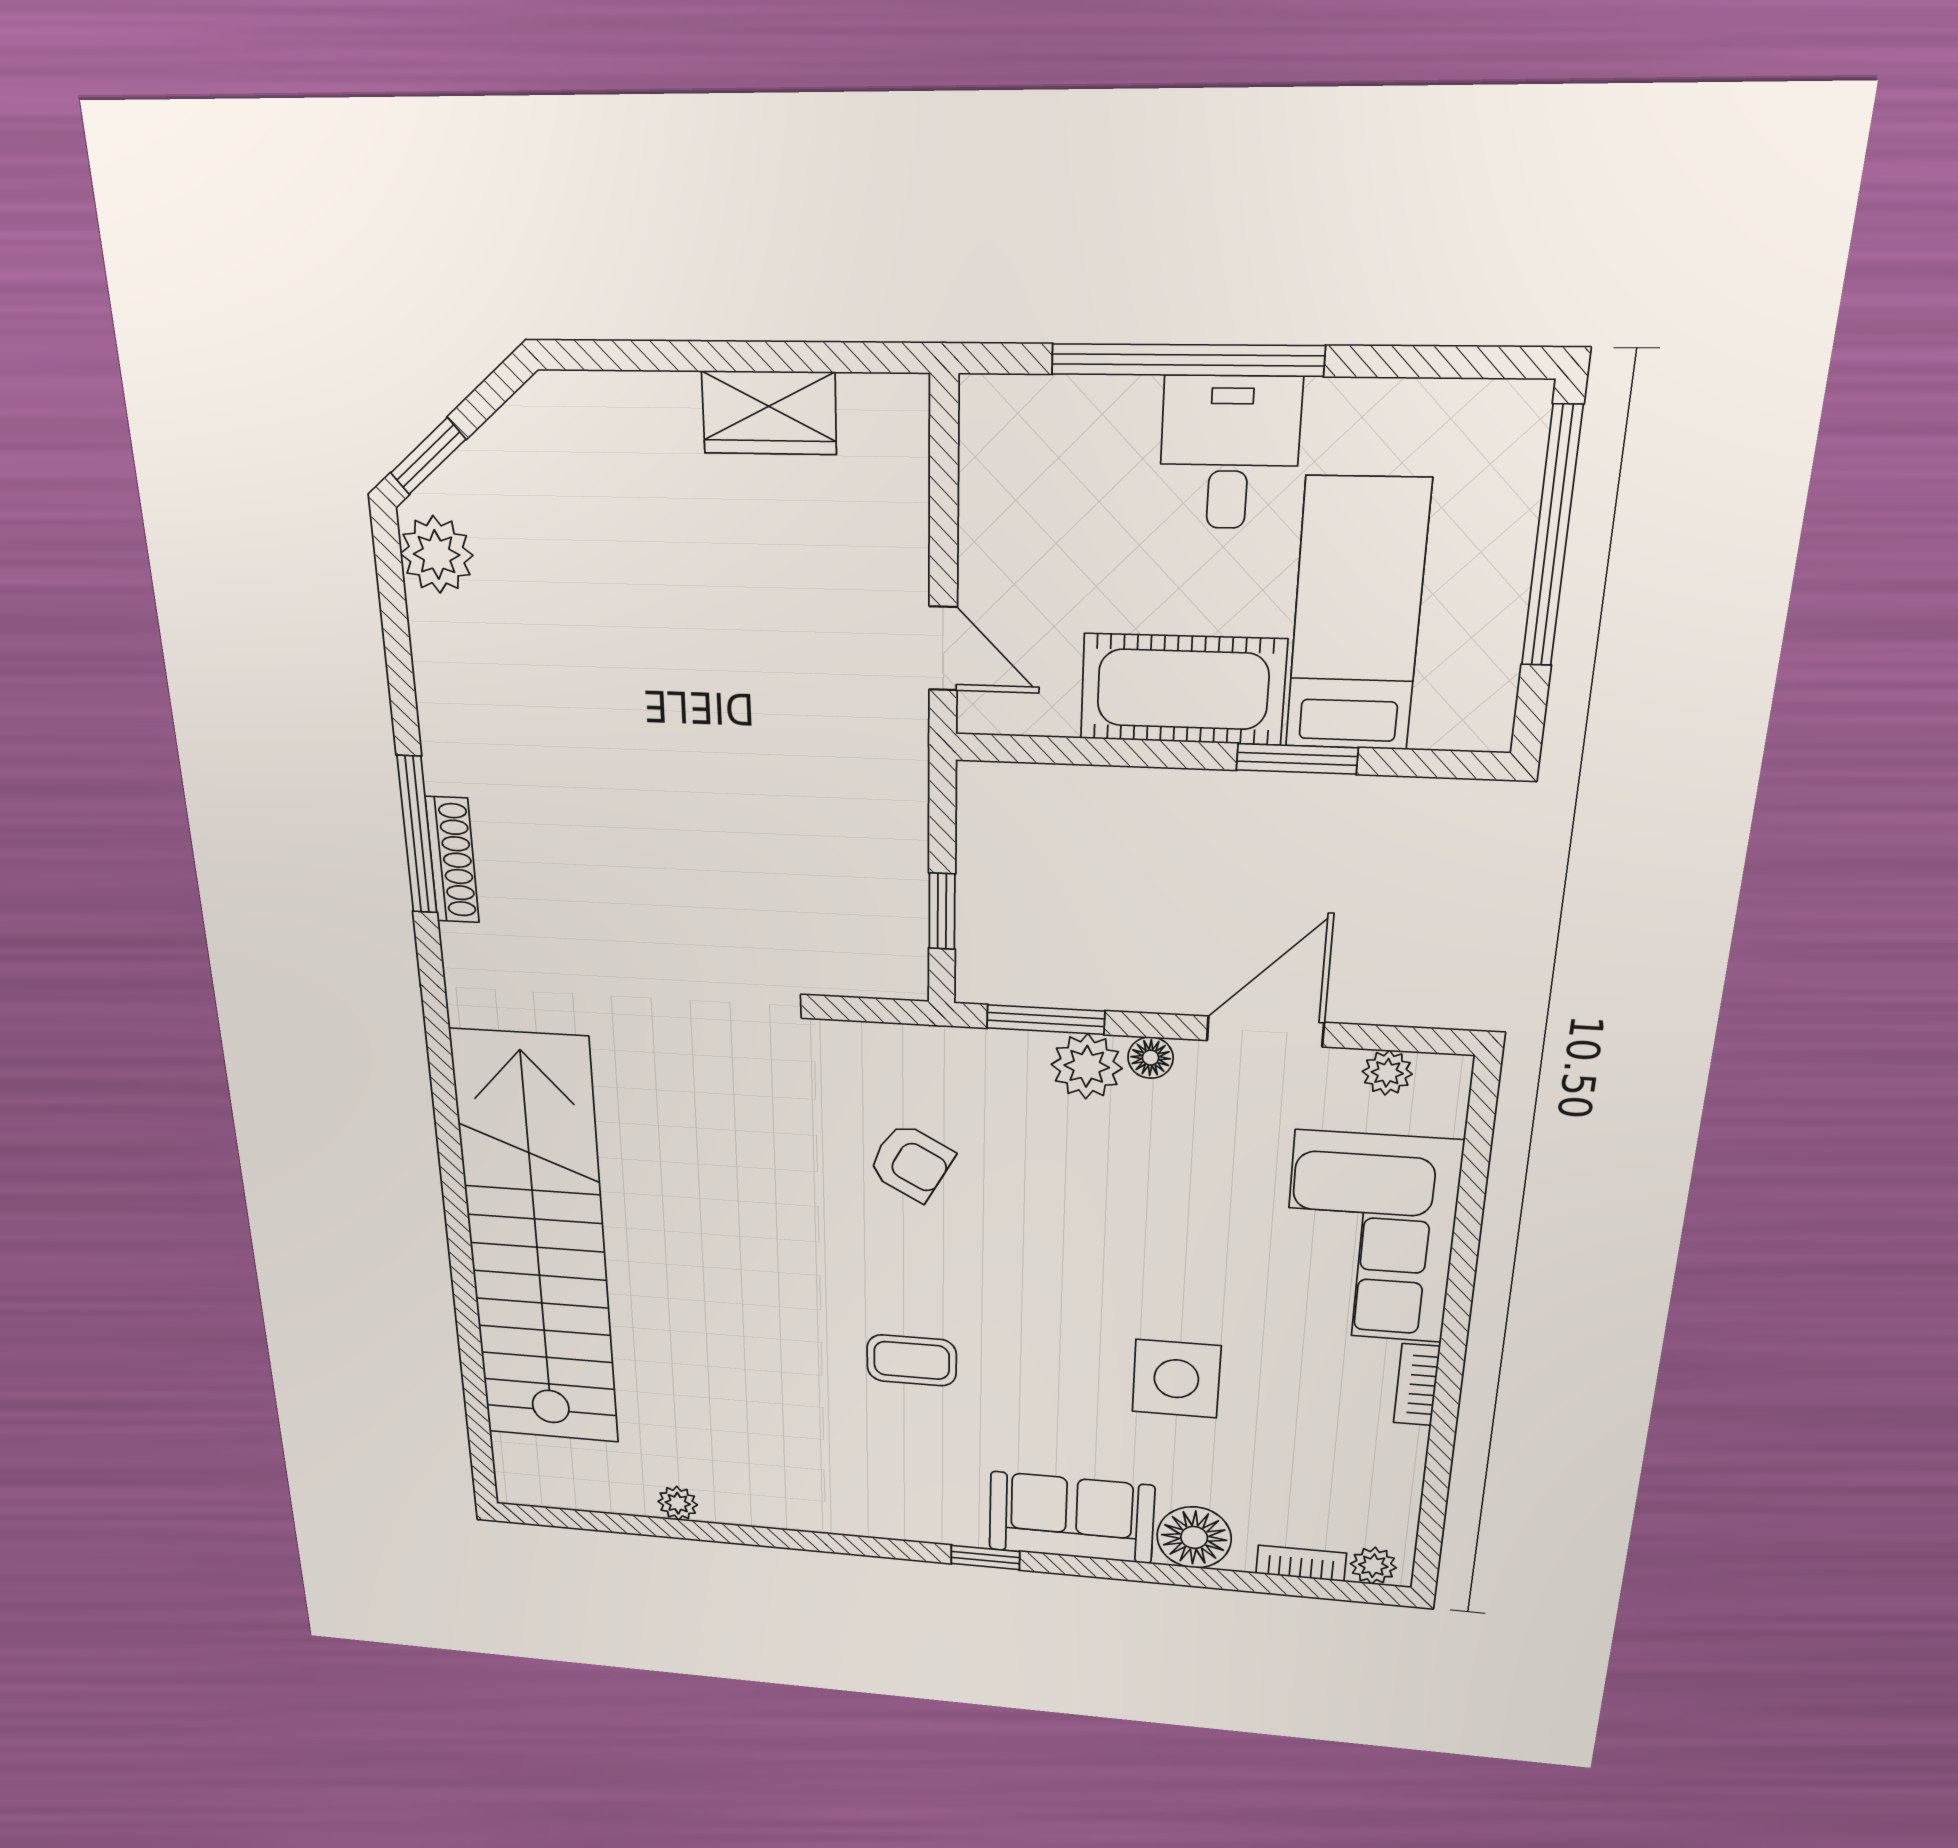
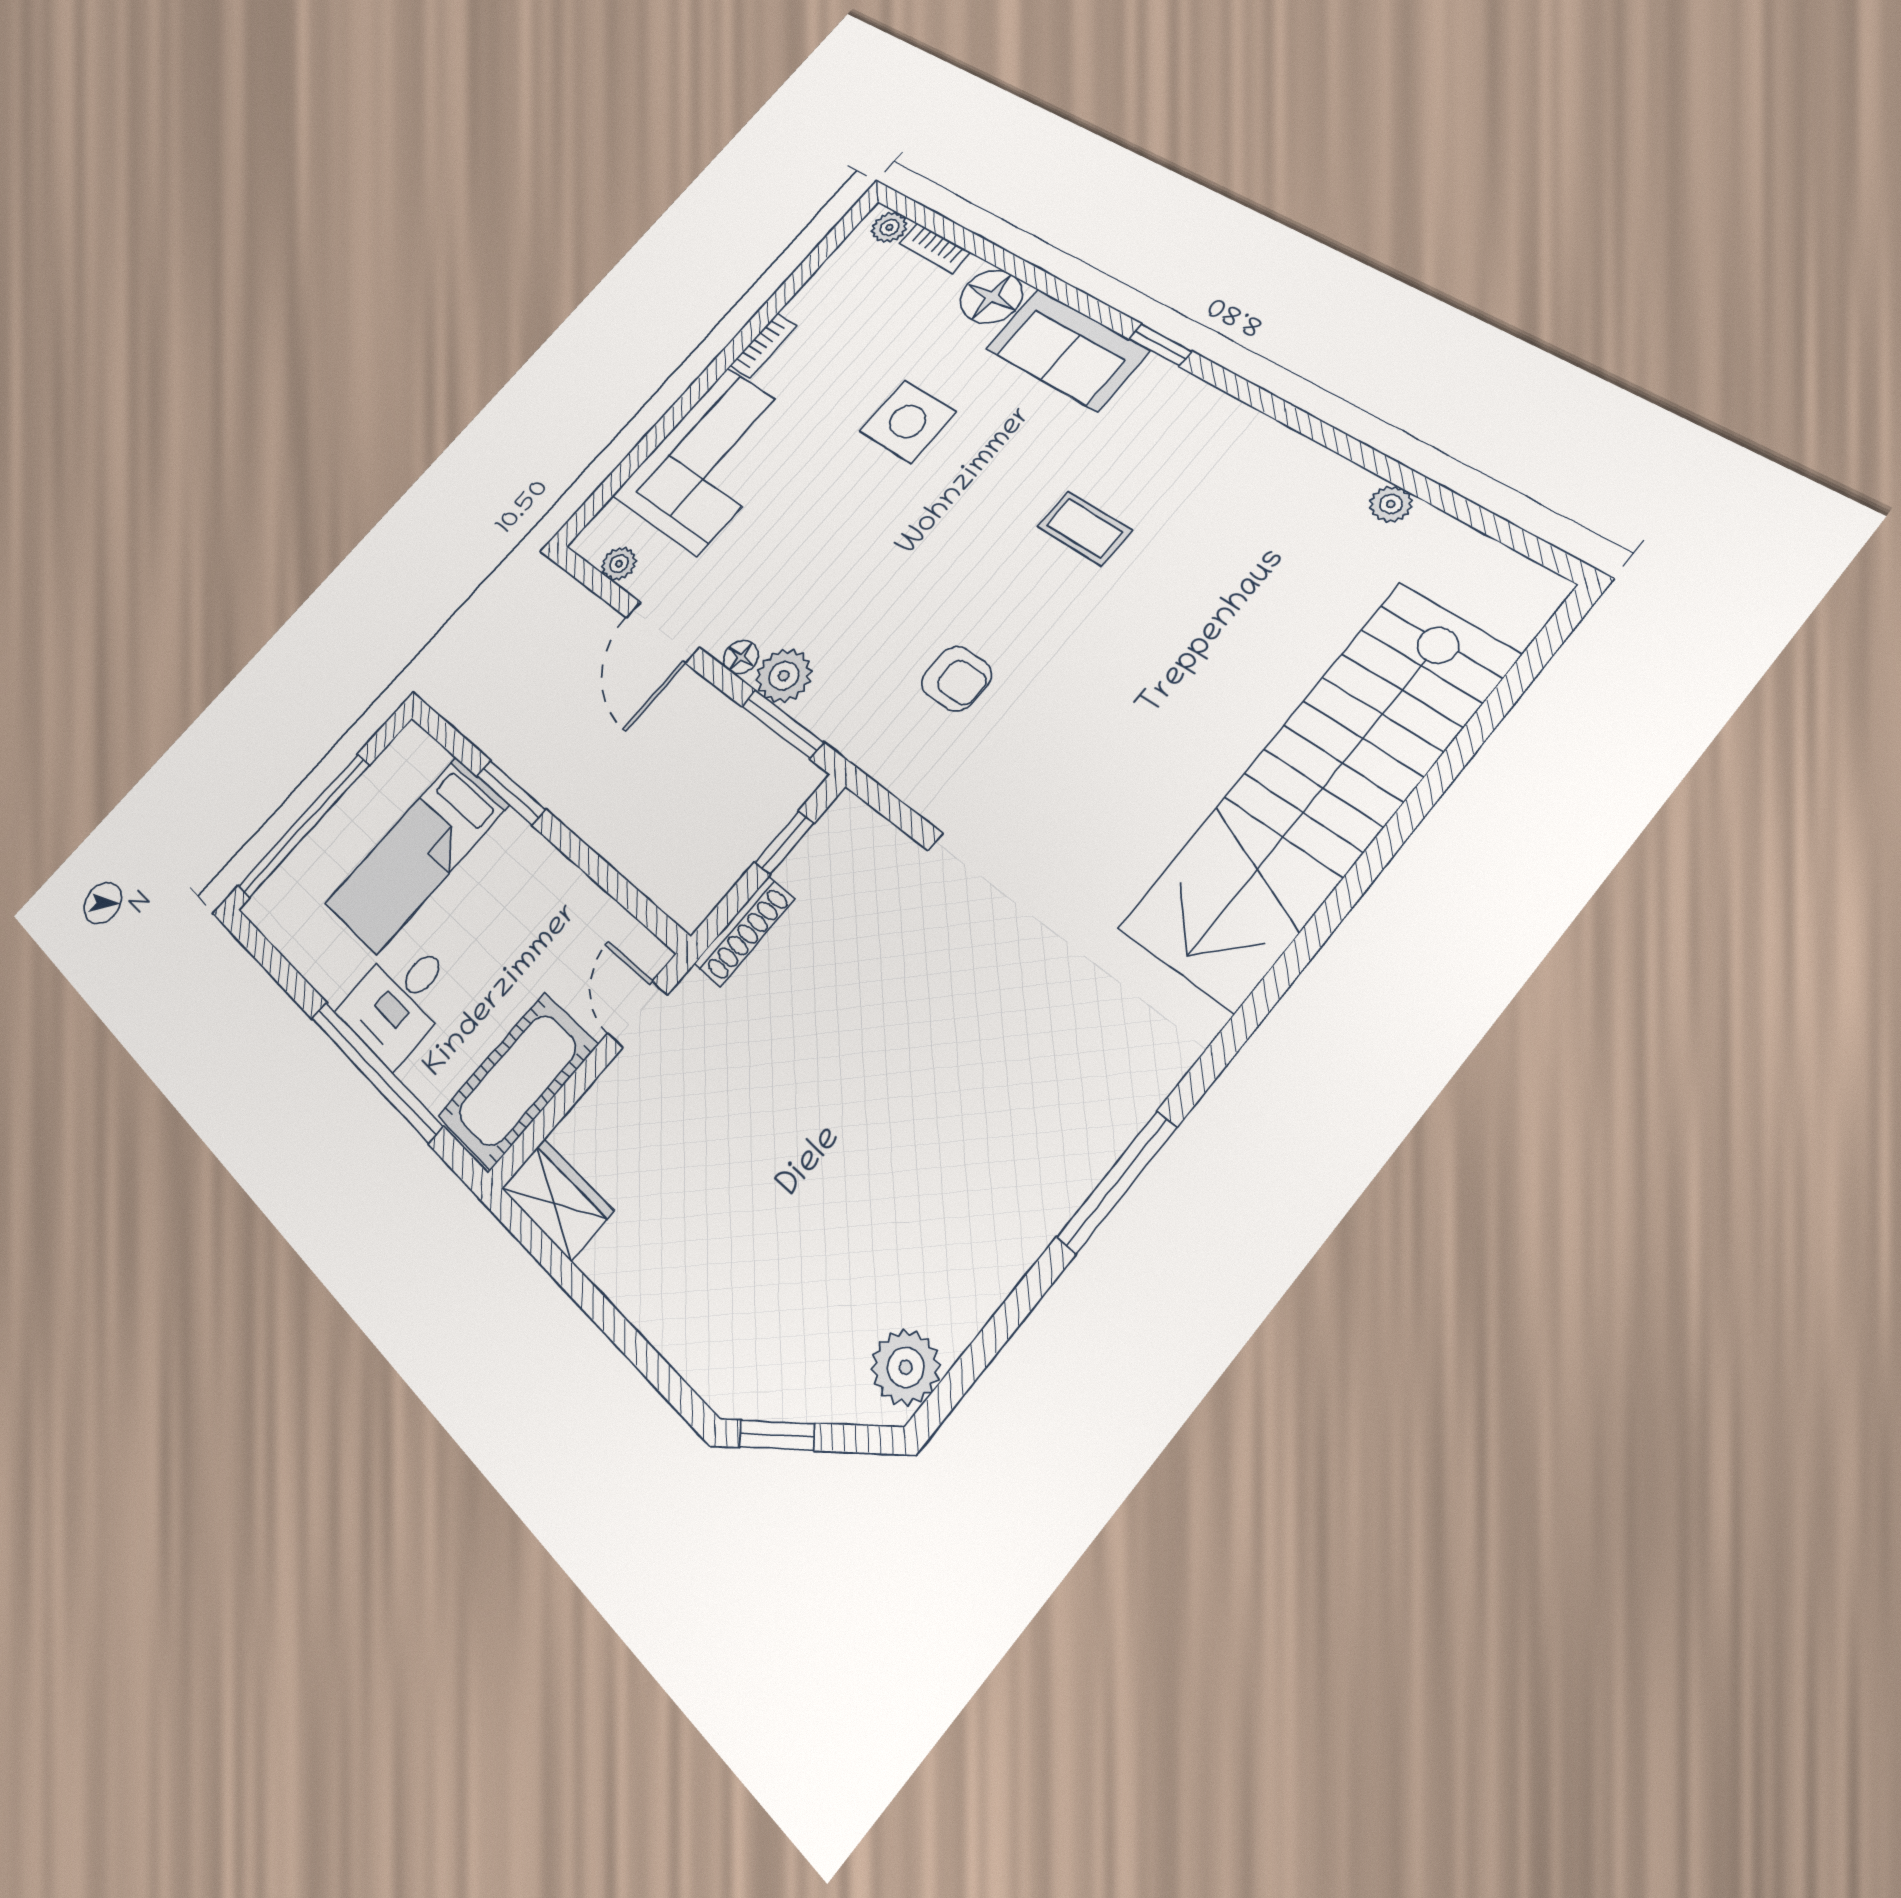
wardrobe: (769, 413) -> (557, 1199), moved
window: (428, 456) -> (777, 1435), moved
cot: (1183, 689) -> (518, 1080), moved, turned 90
shoe rack: (452, 860) -> (744, 931), moved, turned 180
door: (1265, 1032) -> (662, 632), hinge flipped
armchair: (911, 1162) -> (956, 679), turned 151

